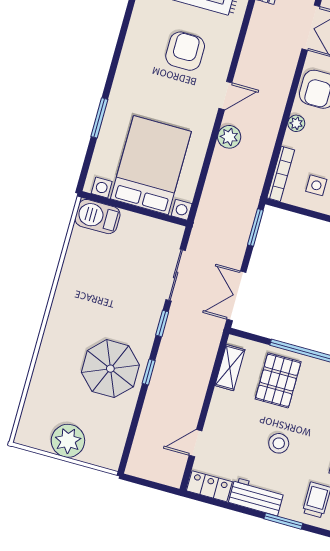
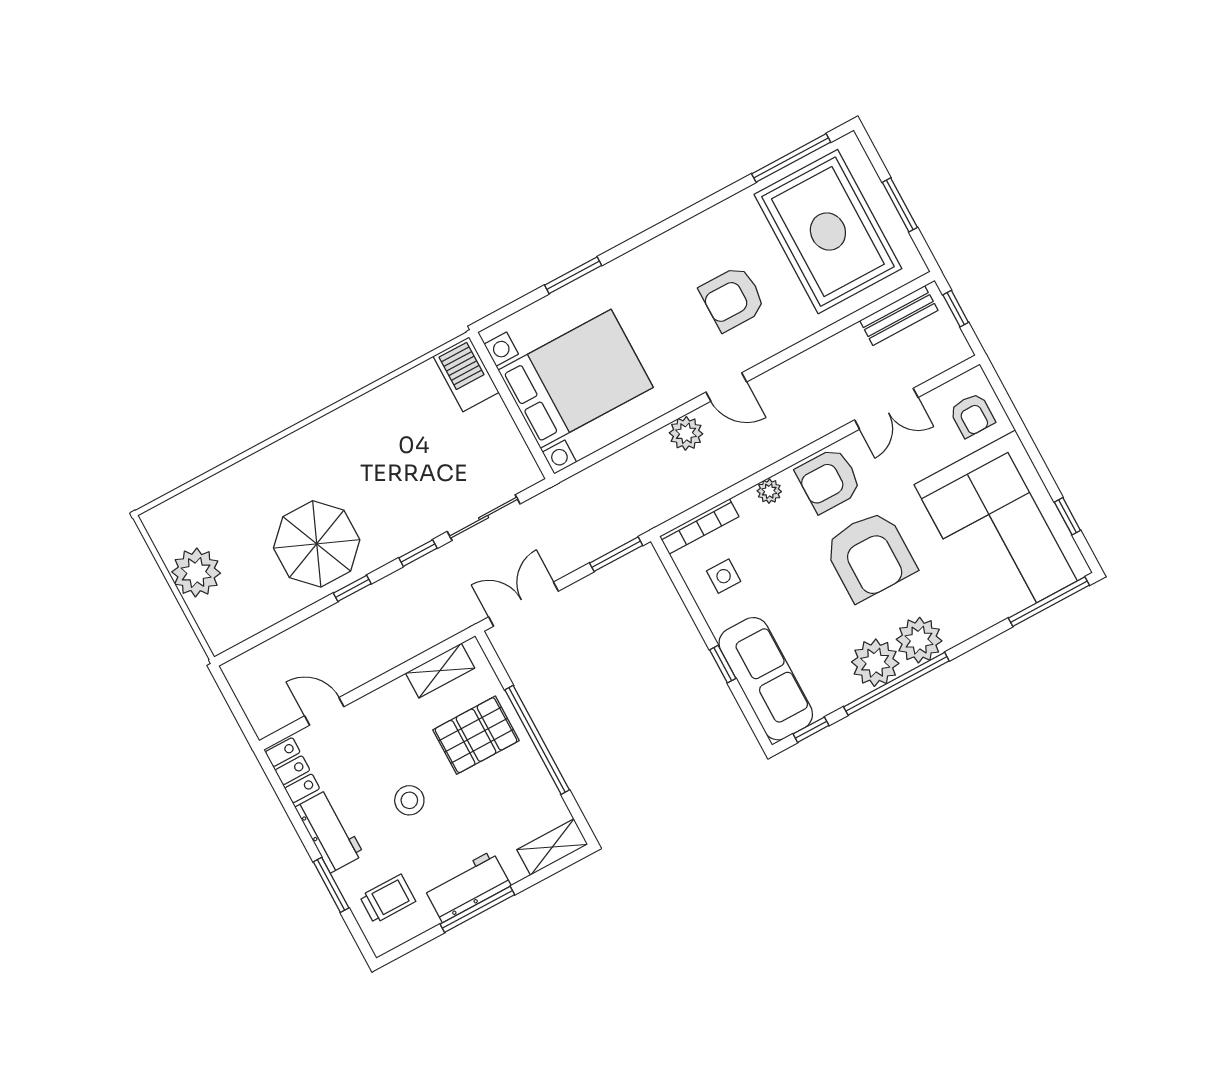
armchair: (185, 51) -> (732, 299), turned 180

